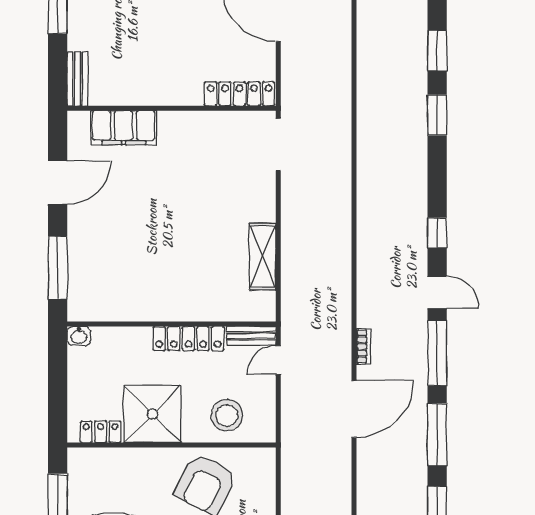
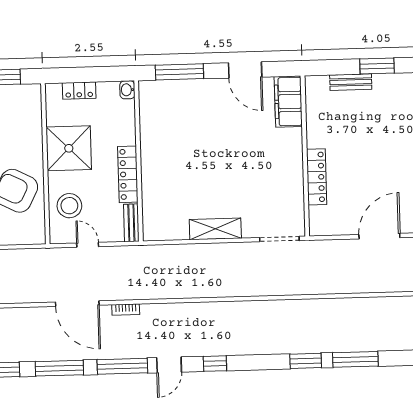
window: (437, 51) -> (355, 359), width x1.44
bench: (77, 79) -> (351, 82), moved
locker: (240, 94) -> (317, 177), moved
filing cabinet: (124, 128) -> (288, 102), moved
shelving: (263, 257) -> (215, 229), moved
door: (278, 360) -> (88, 245), moved
locker: (101, 432) -> (79, 91), moved, turned 90

